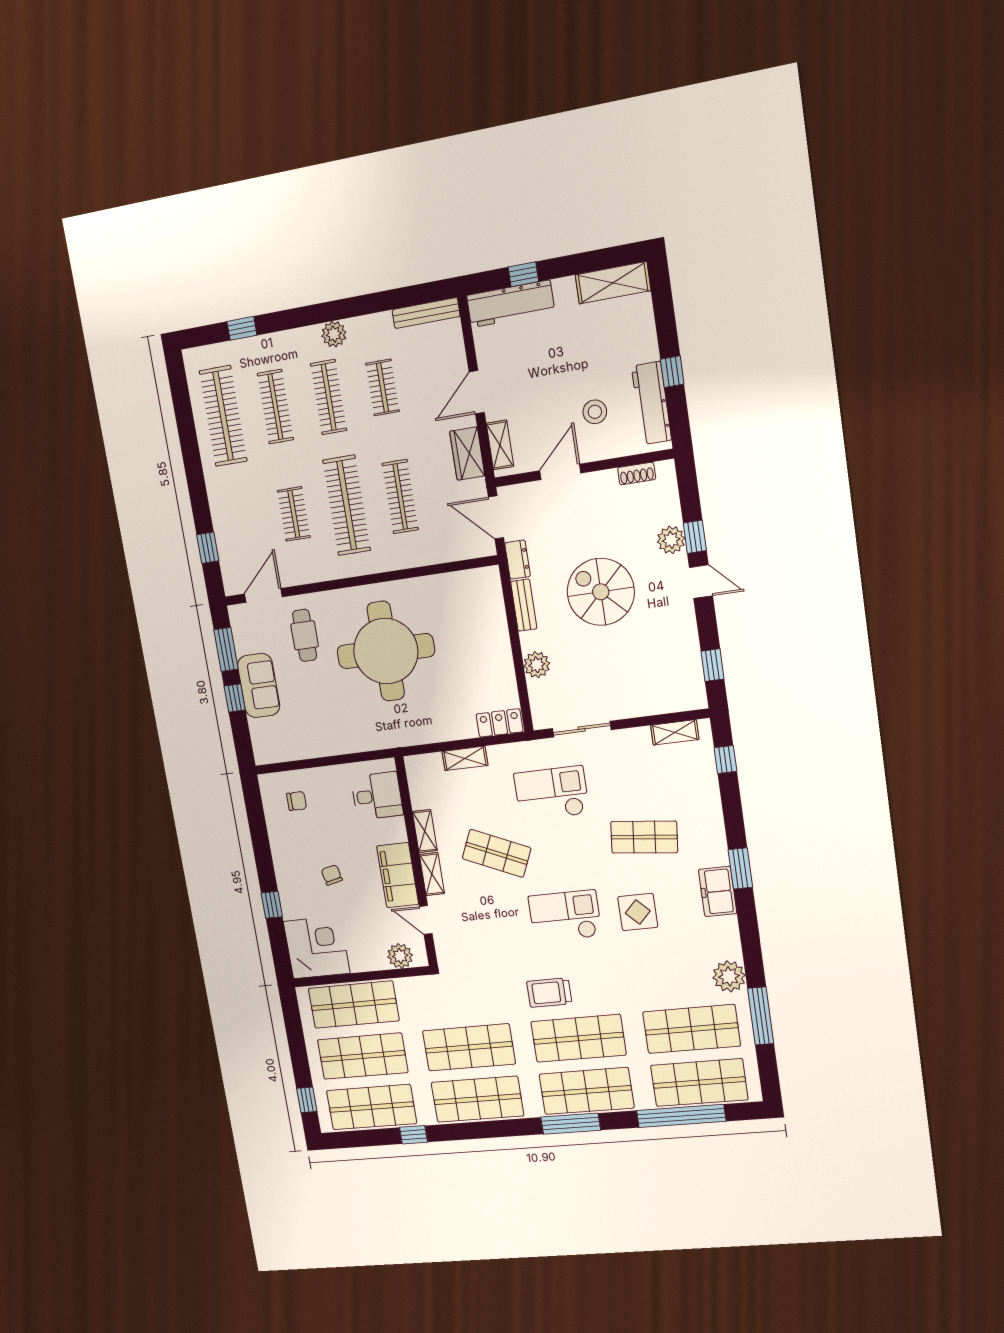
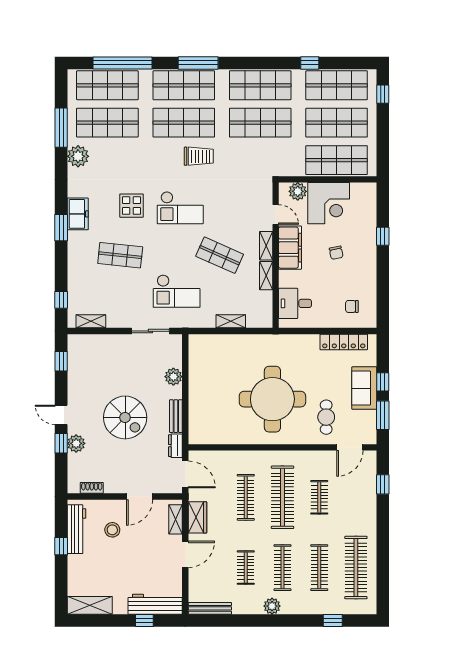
locker: (500, 723) -> (344, 342), moved, width x1.53
corner desk: (317, 947) -> (329, 203), moved, turned -90

